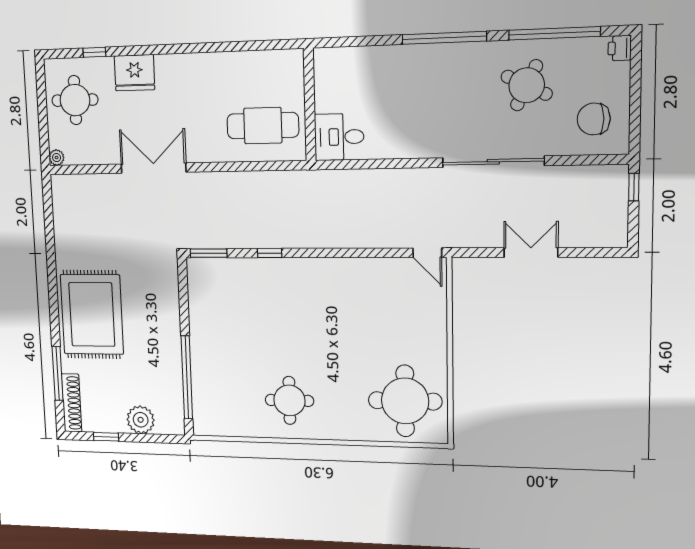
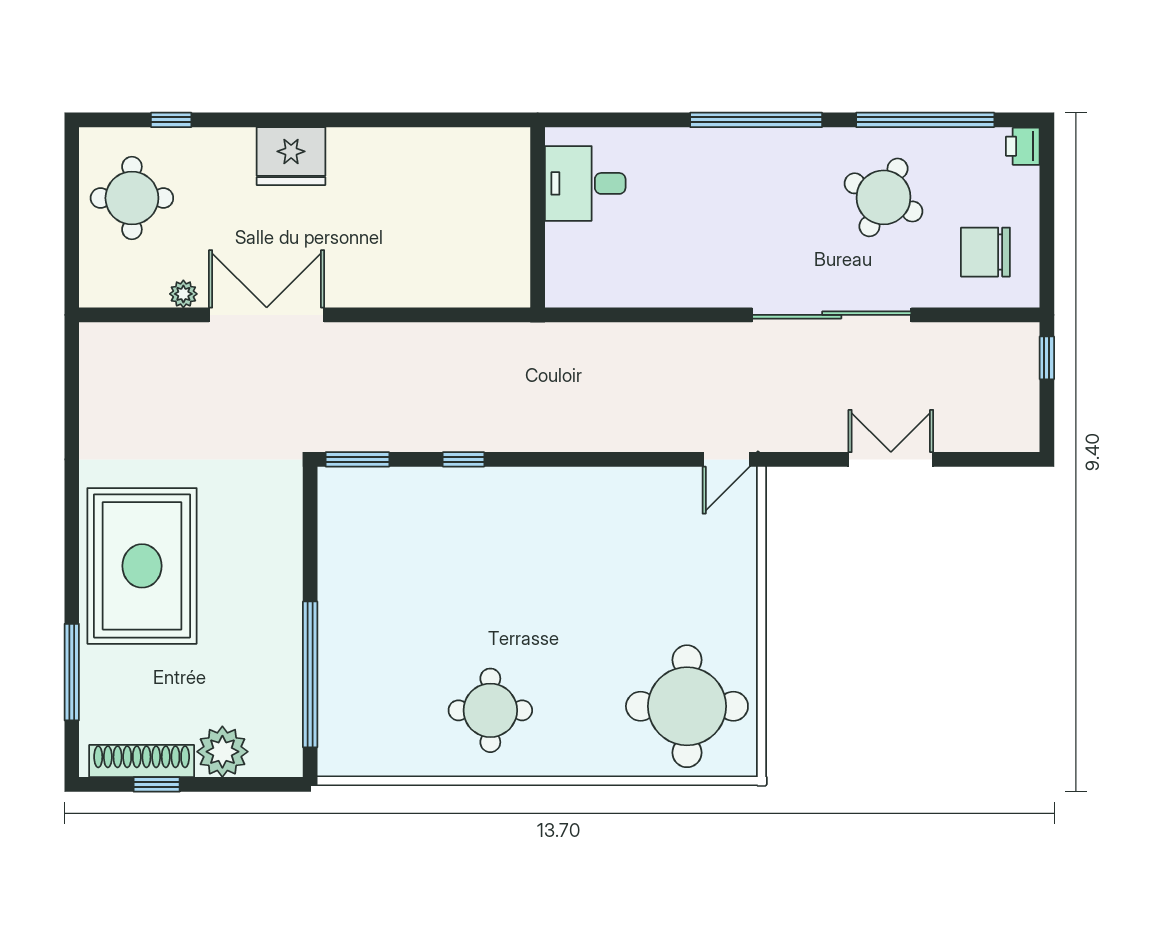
fridge: (135, 73) -> (291, 156), moved
cafe table: (263, 126) -> (458, 249), removed
desk: (339, 137) -> (585, 183), moved
plant: (57, 158) -> (183, 294), moved
door: (427, 253) -> (726, 459), hinge flipped
shoe rack: (72, 403) -> (142, 761), moved, turned -90

